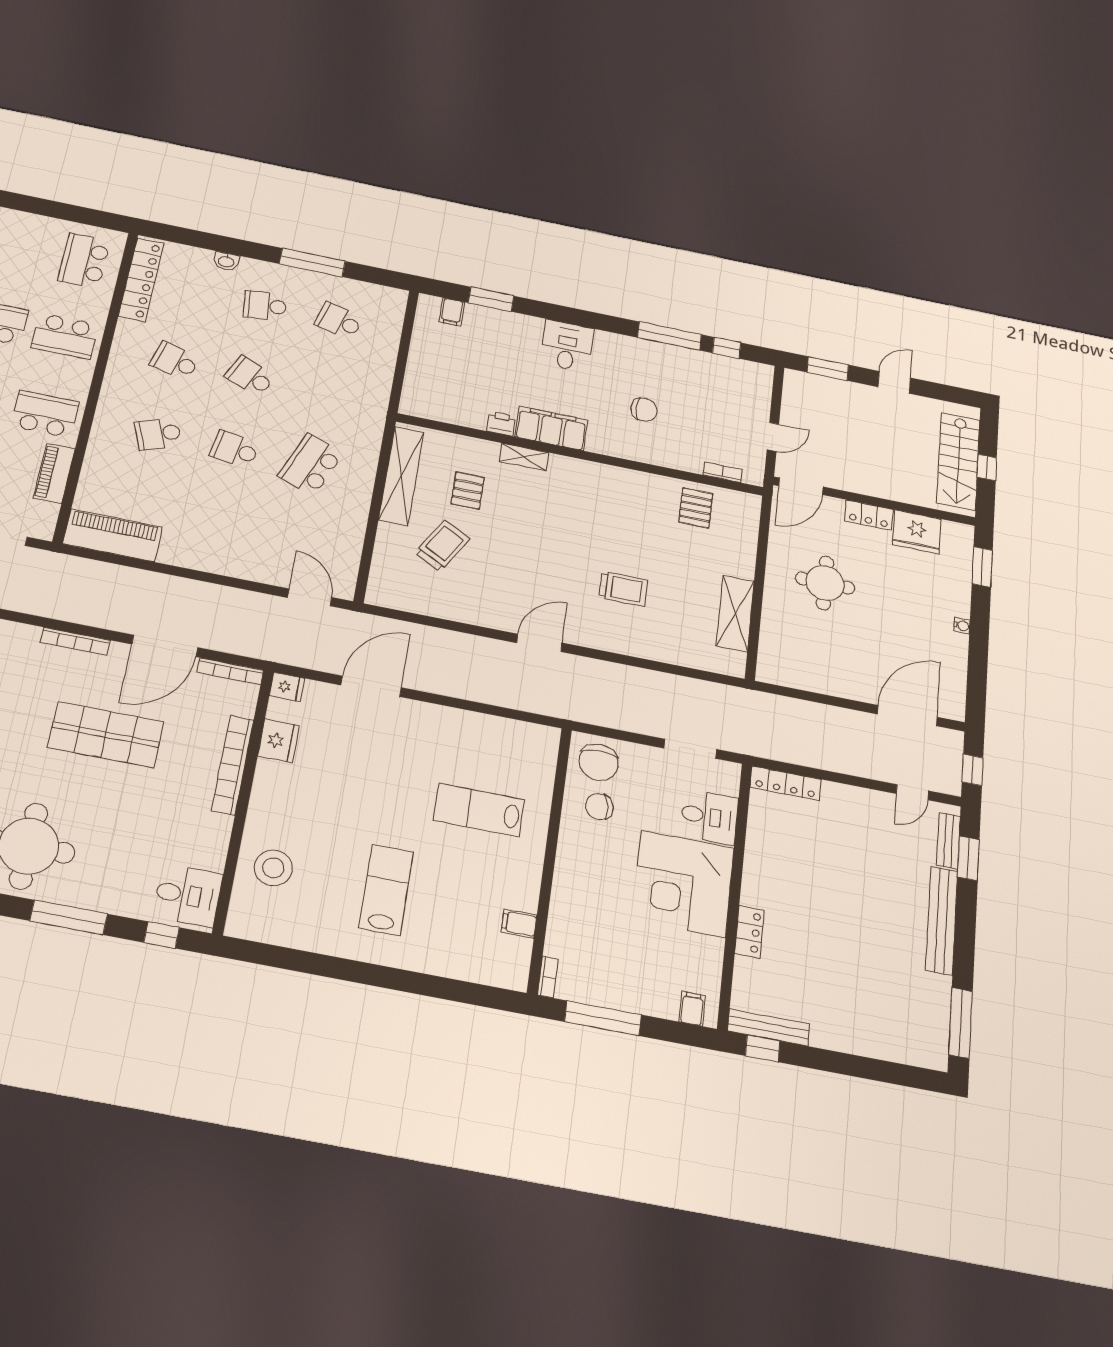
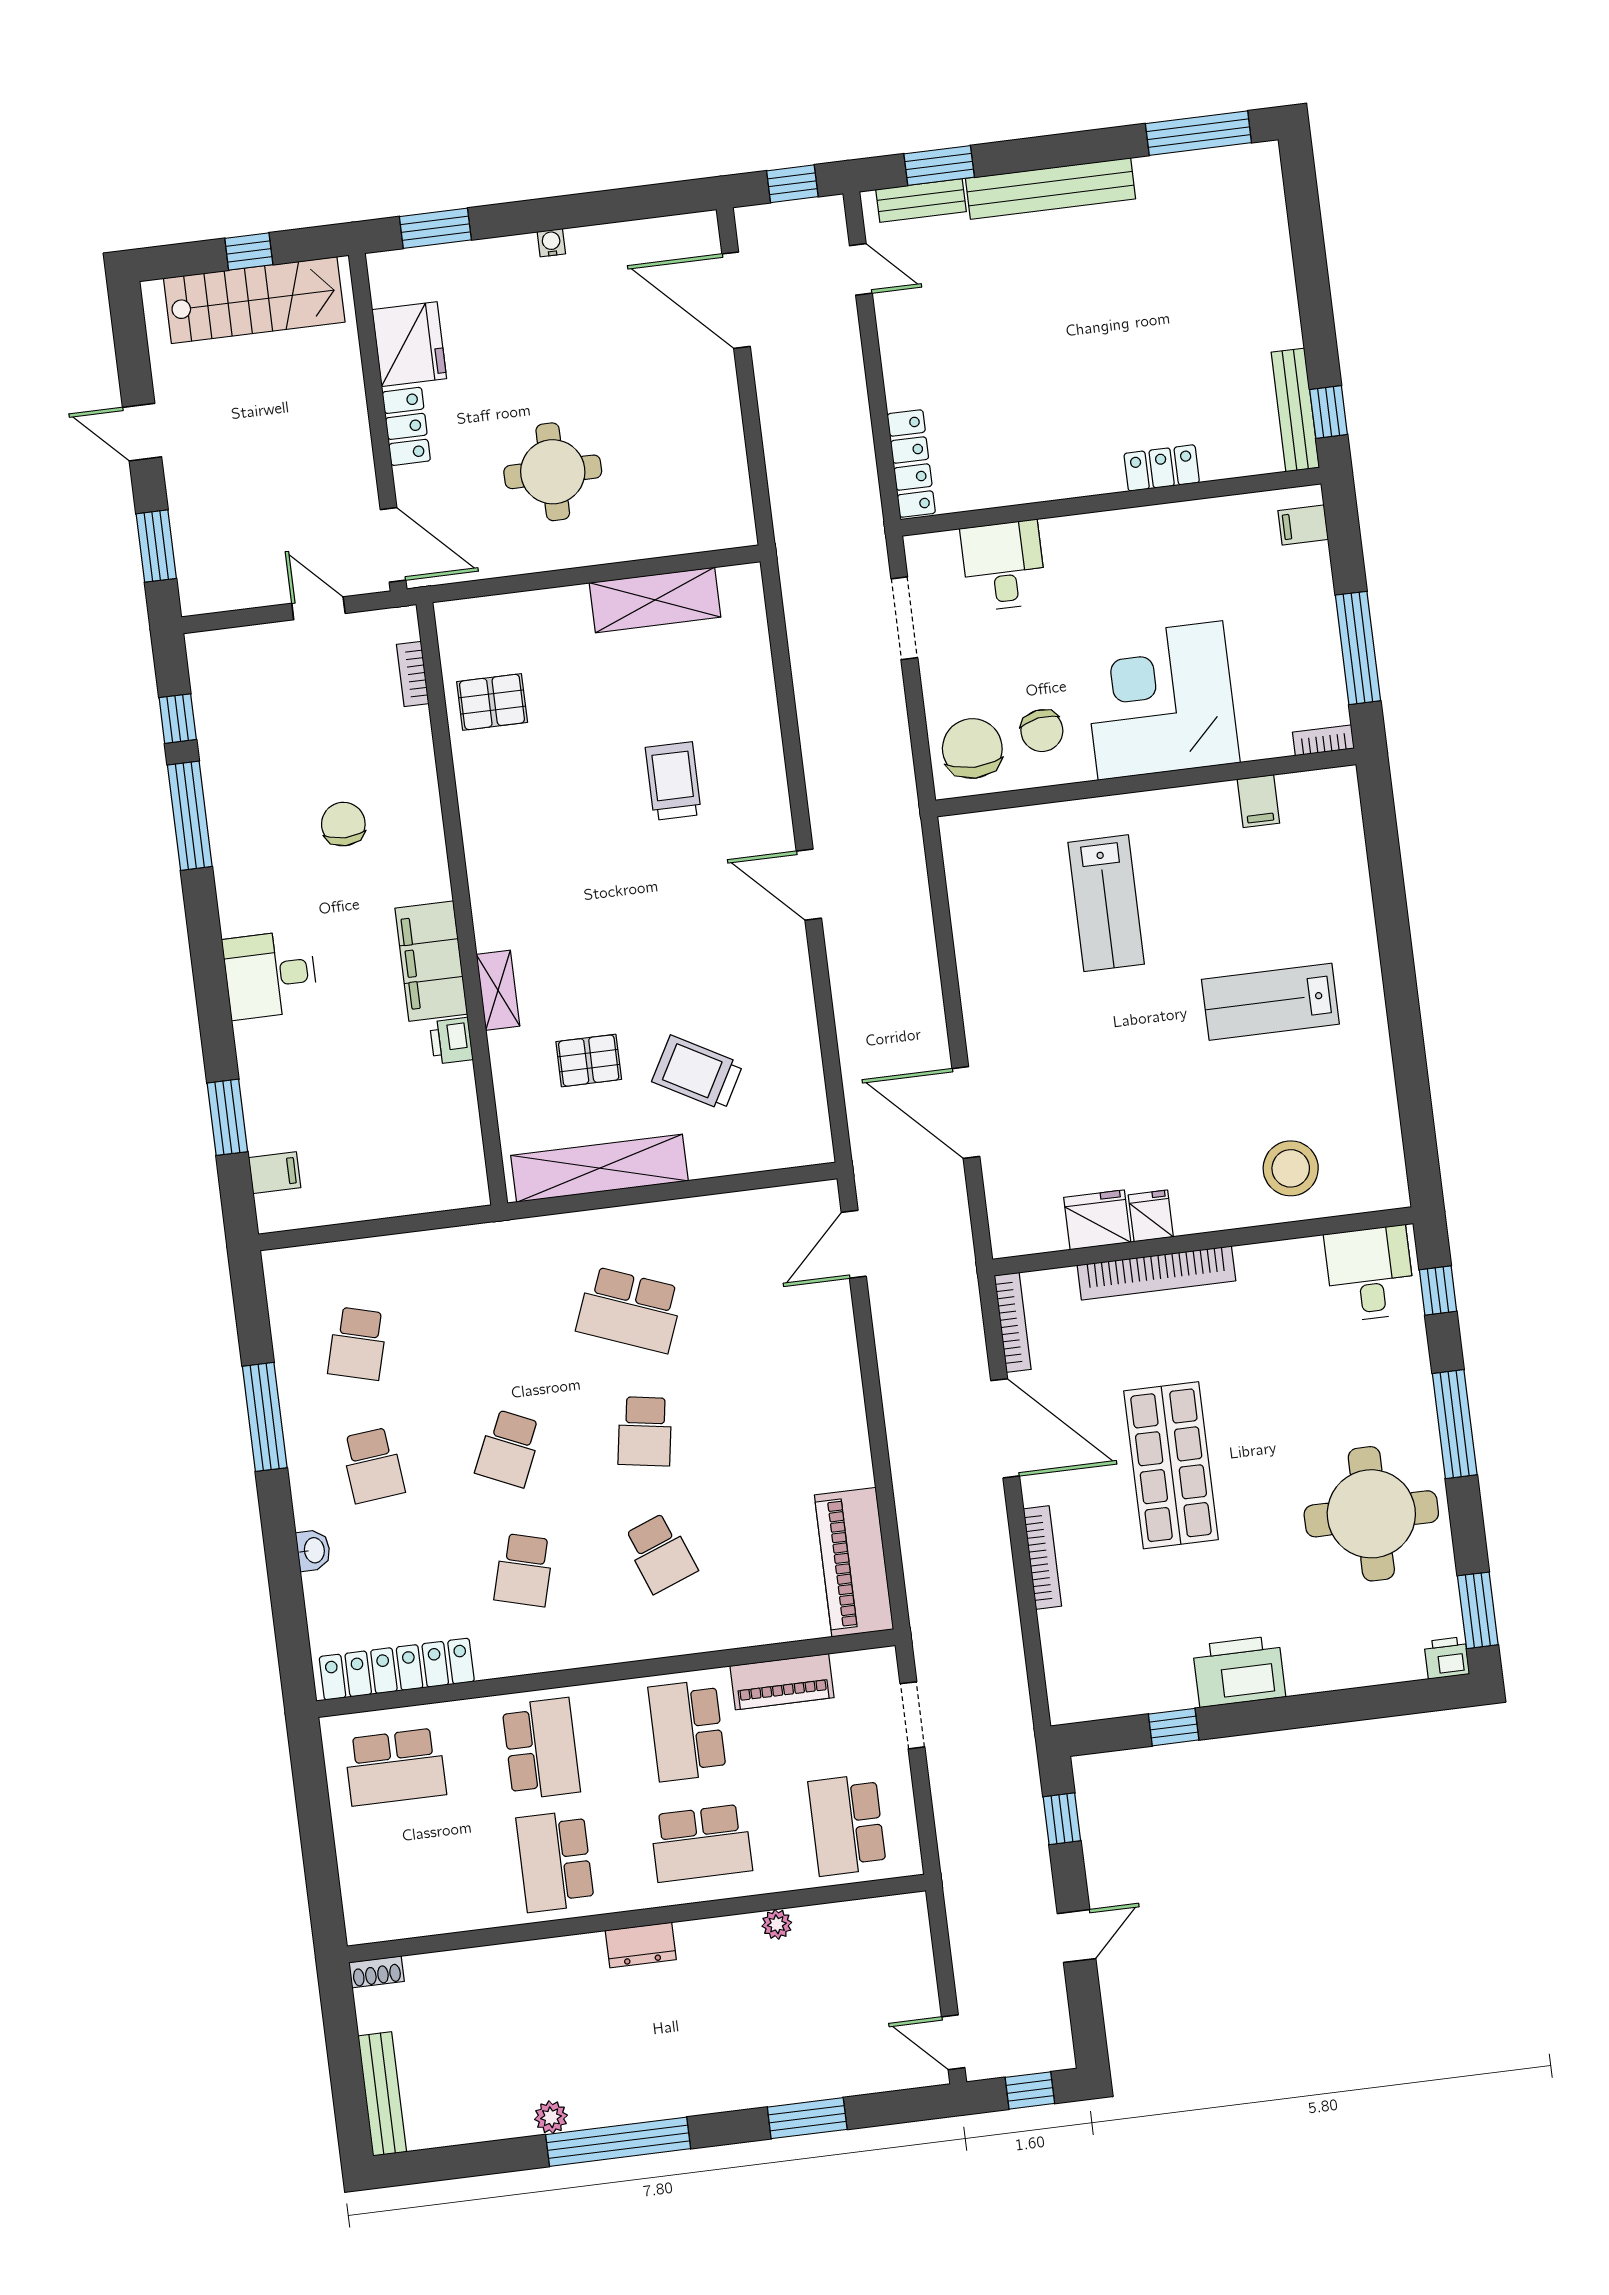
fridge: (287, 687) -> (1151, 1216), moved
chair: (599, 762) -> (972, 749), turned -90
corner desk: (683, 884) -> (1160, 700), moved, turned 180

